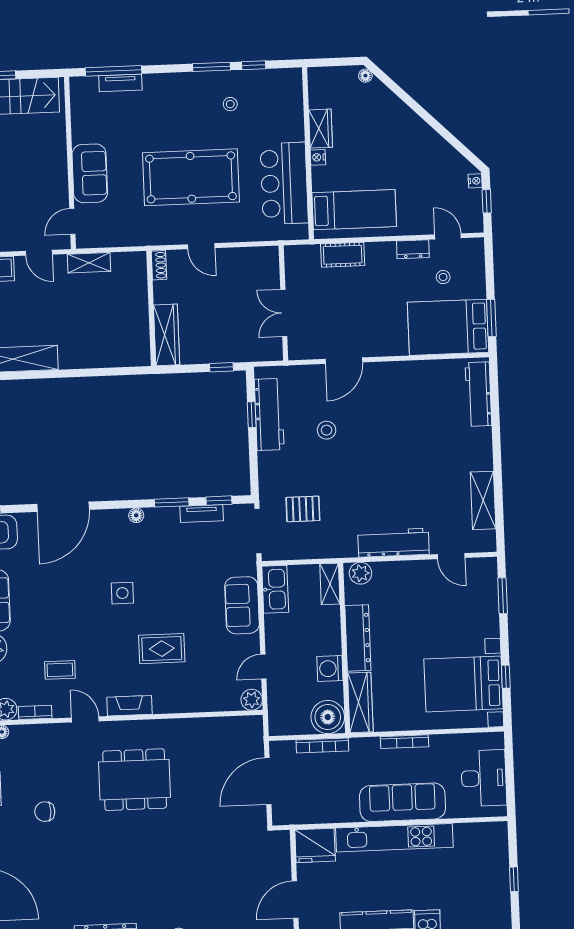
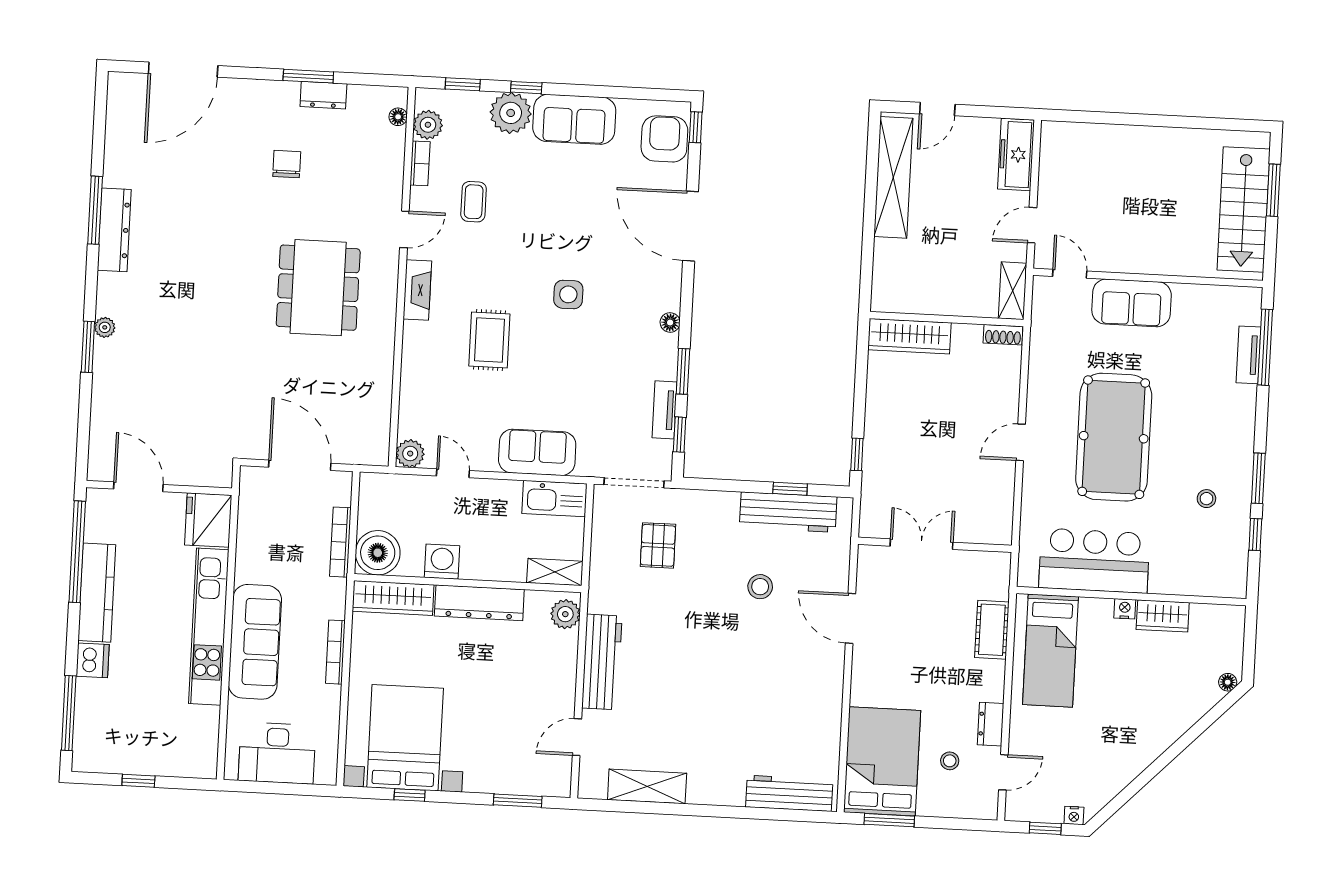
shoe rack: (159, 265) -> (1003, 335), moved
wall: (151, 308) -> (947, 319), moved
wardrobe: (167, 335) -> (909, 336), moved

